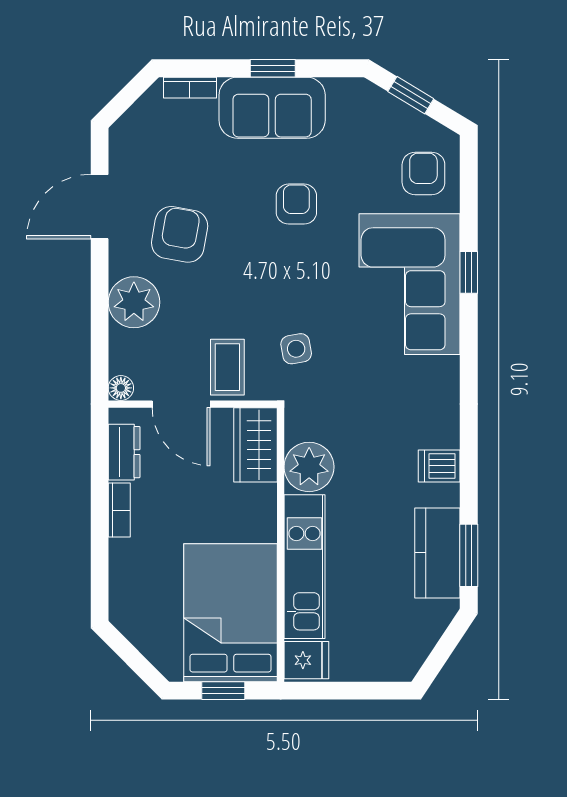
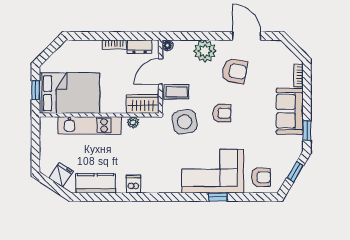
window: (273, 68) -> (307, 131), moved
armchair: (296, 204) -> (222, 113), moved
side table: (296, 349) -> (185, 122), width x1.87, depth x1.87
plant: (309, 467) -> (133, 122), width x0.53, depth x0.53
window: (469, 555) -> (94, 197), removed
fridge: (306, 660) -> (61, 175), moved, turned -147

